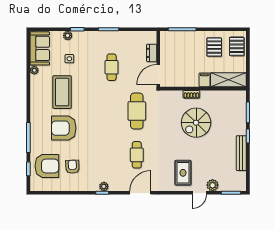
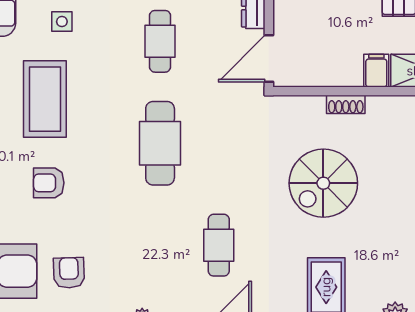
cafe table: (137, 111) -> (160, 143), moved
spiral stairs: (196, 123) -> (323, 183), moved
armchair: (64, 128) -> (49, 183), width x0.53, depth x0.53

